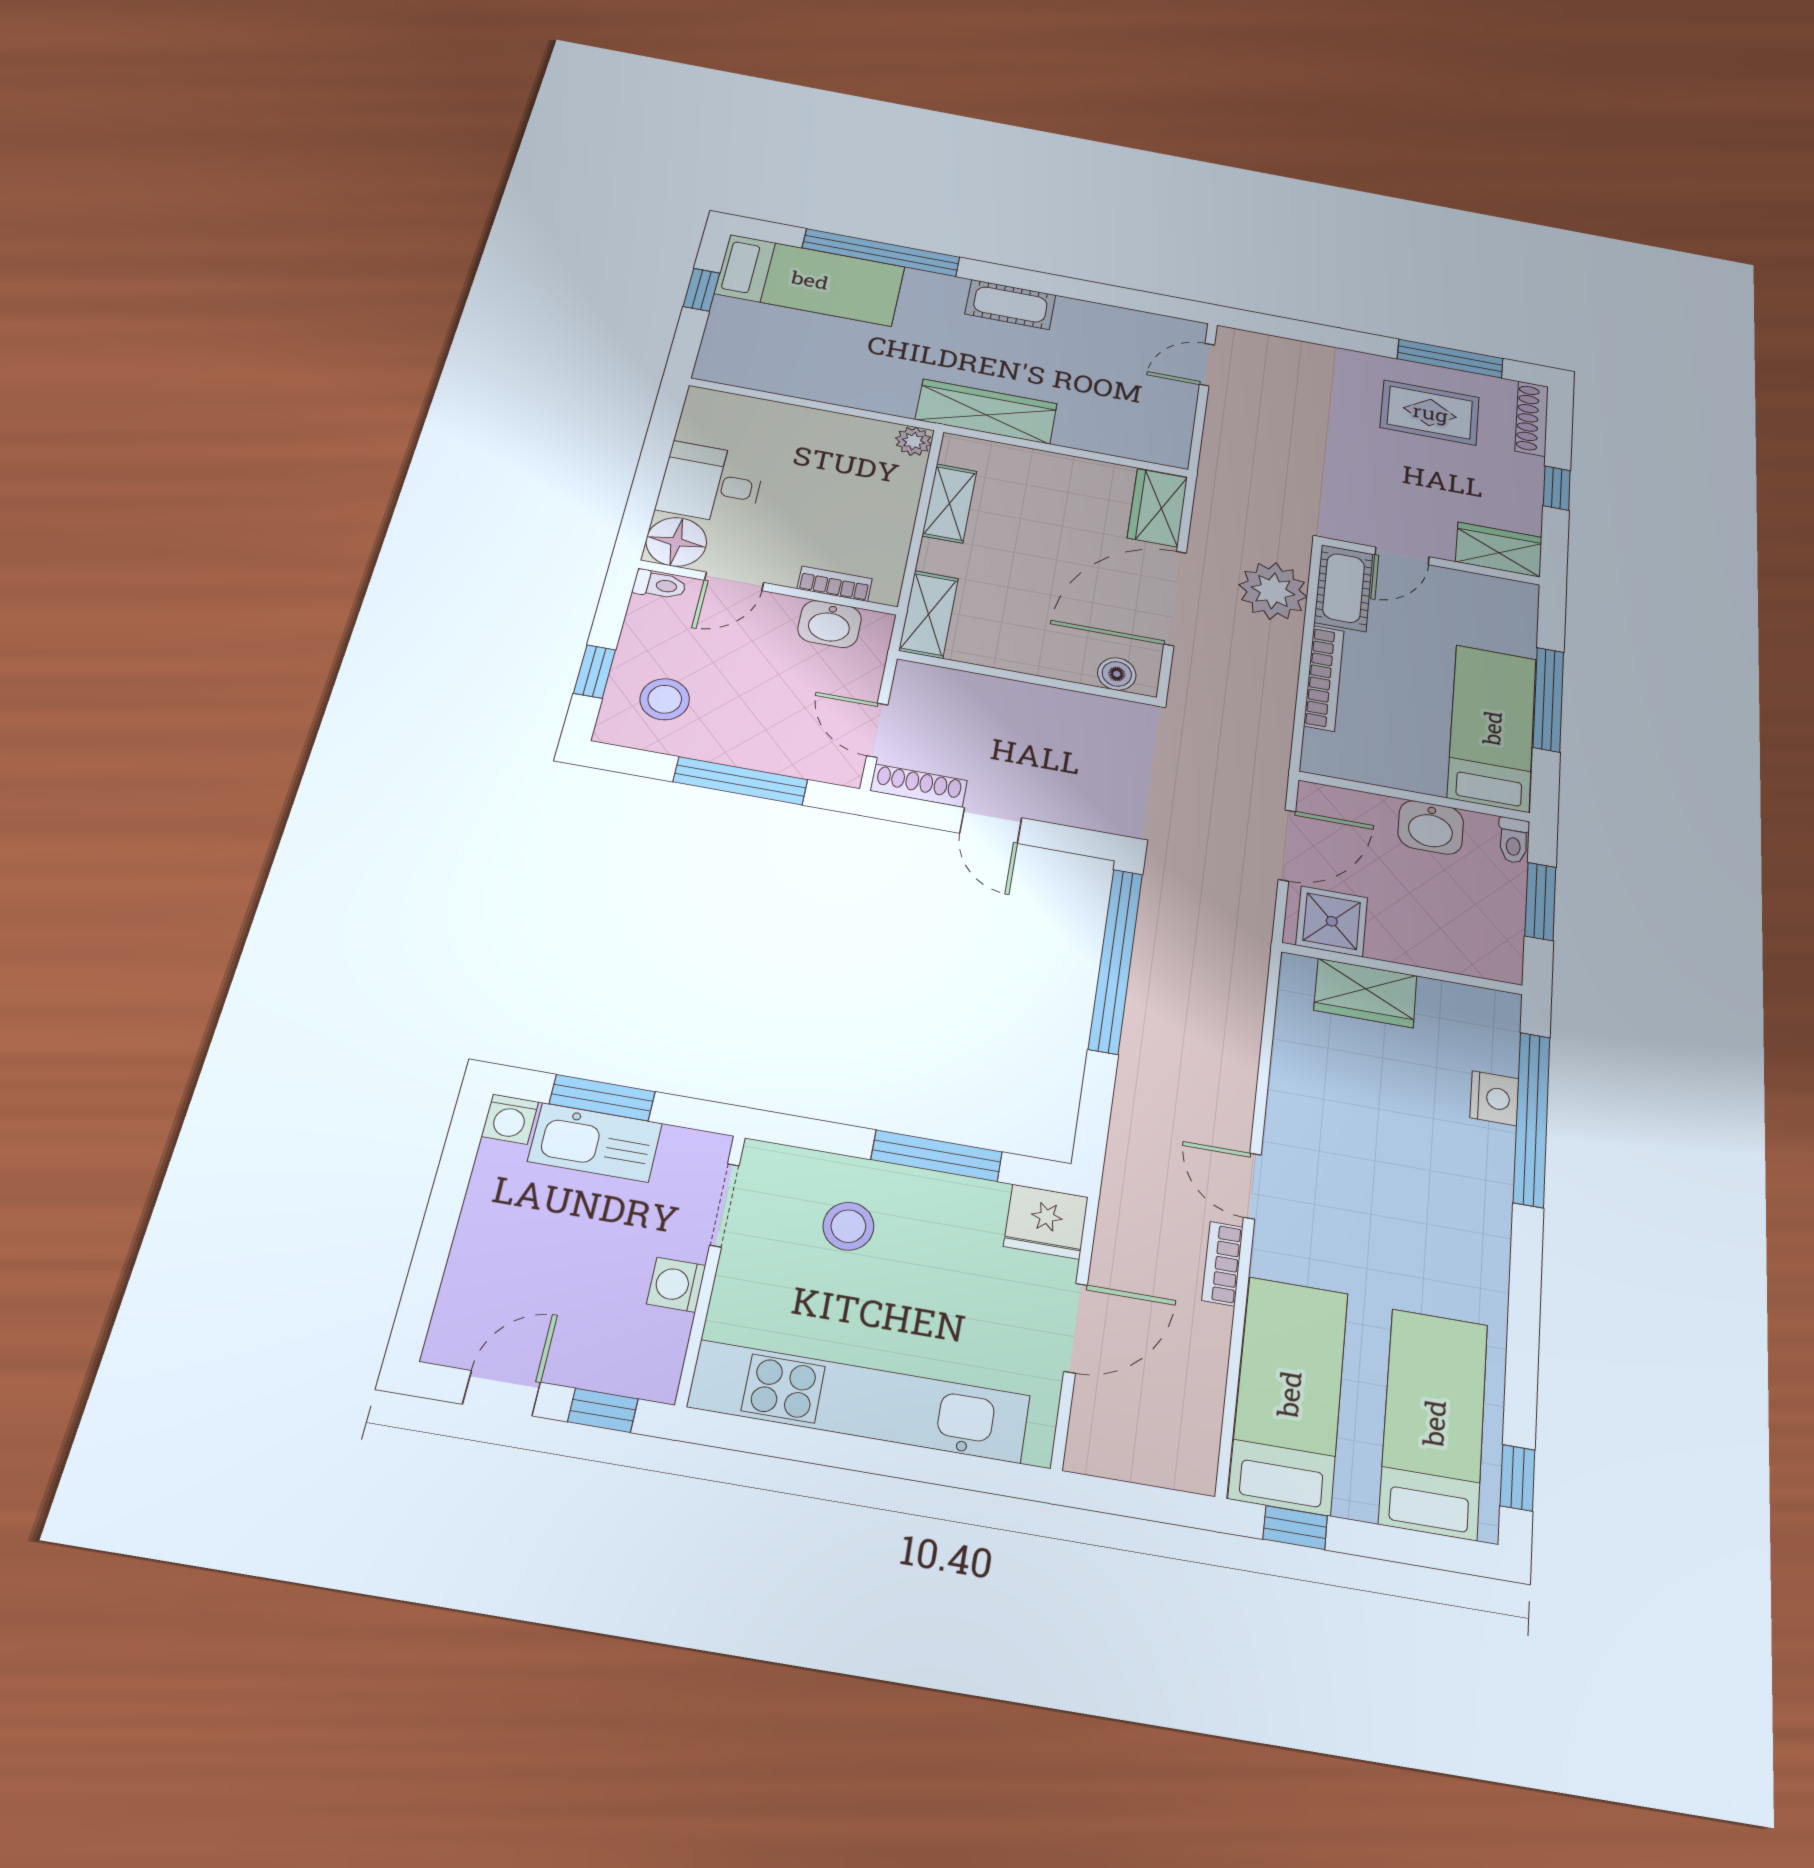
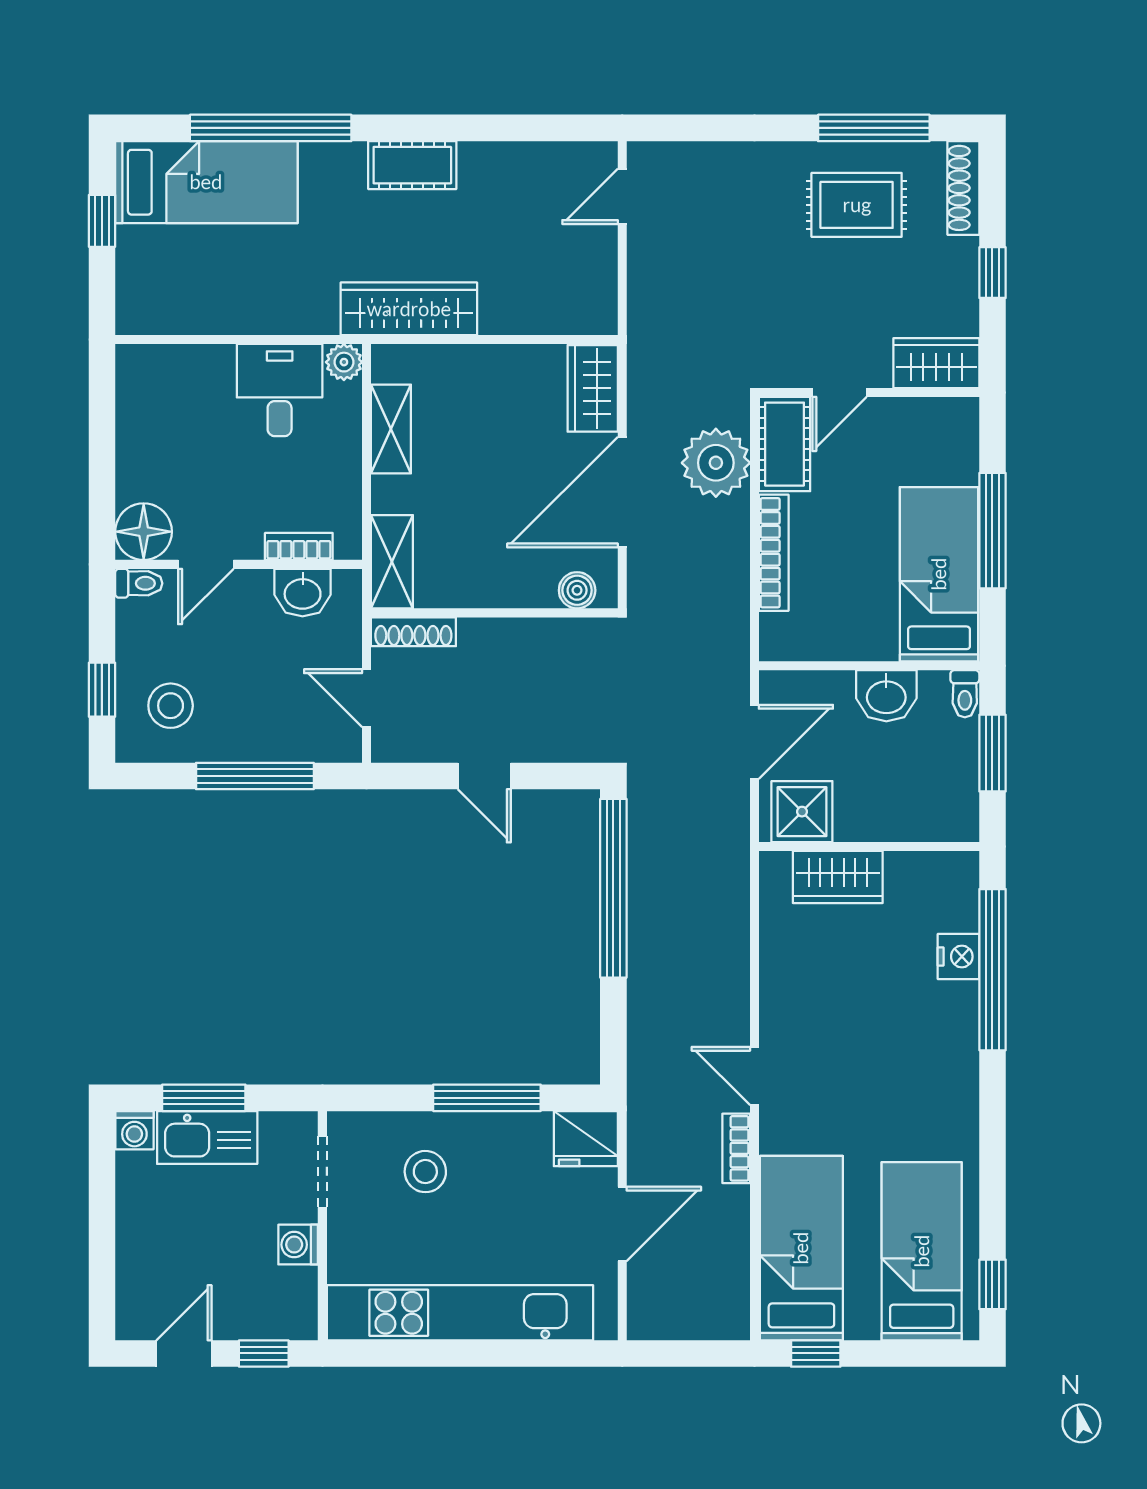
desk: (711, 483) -> (280, 390), moved, turned 90
shoe rack: (919, 786) -> (413, 632), moved, turned 180

